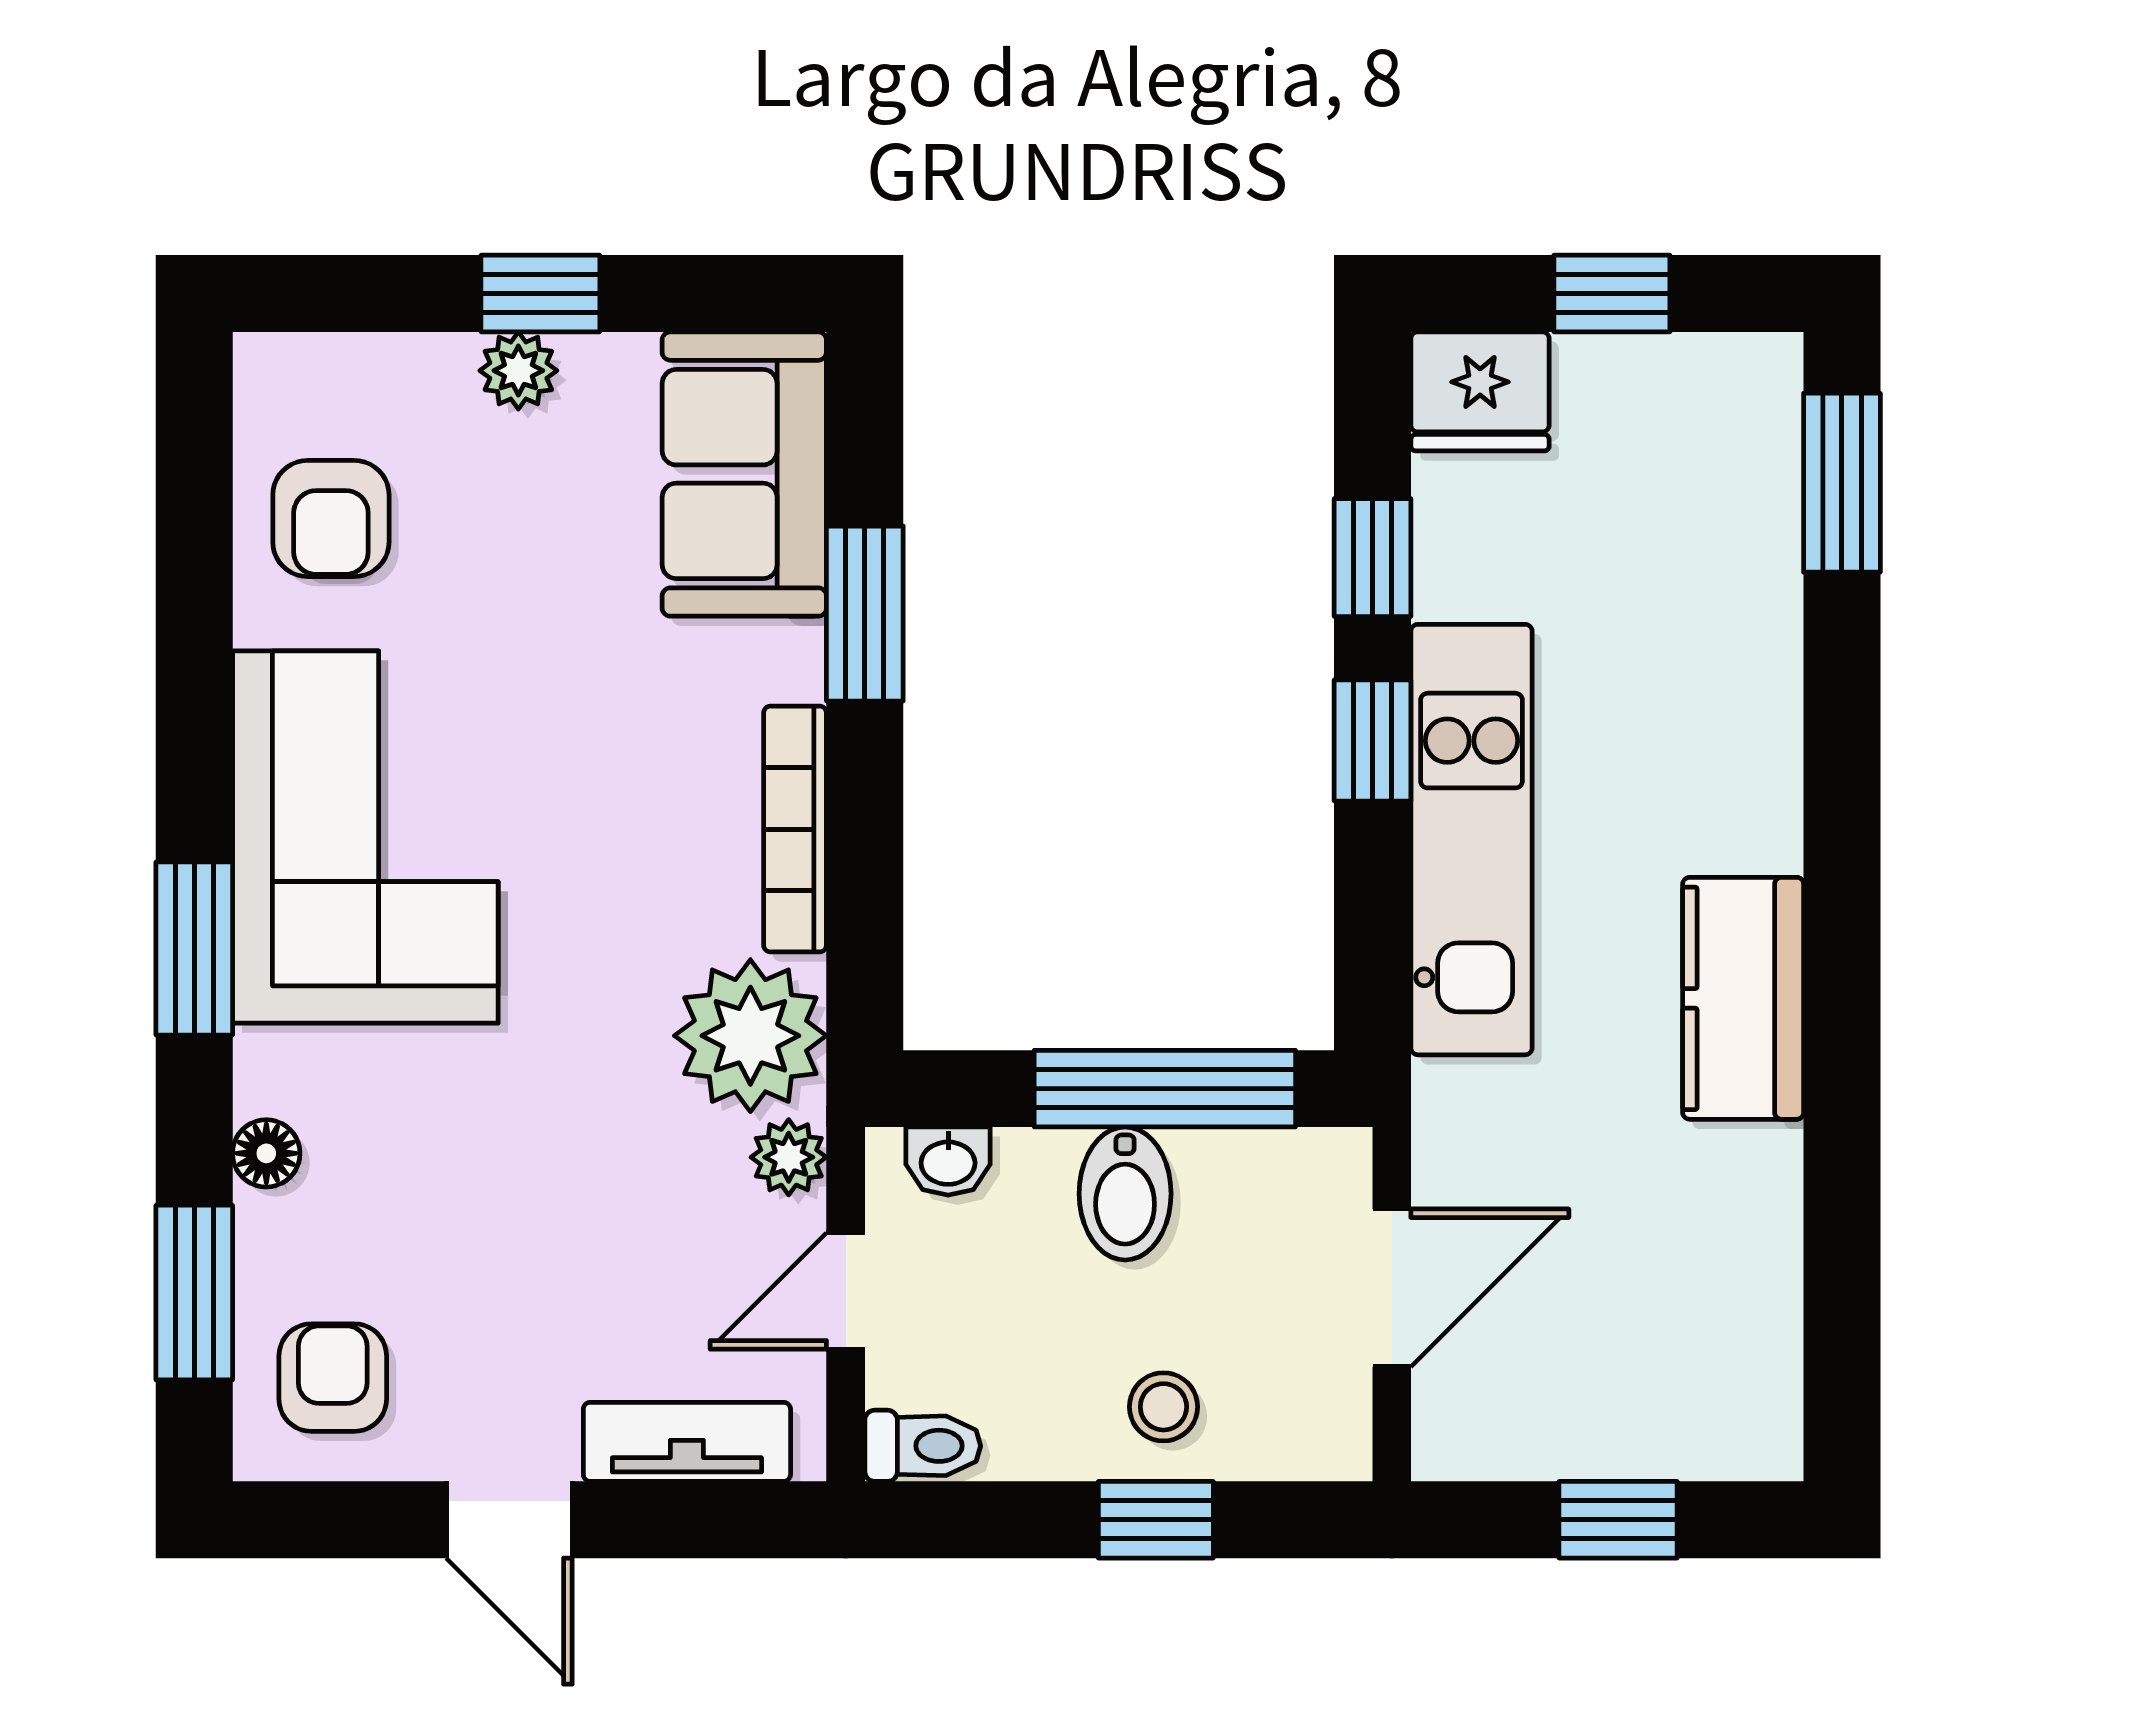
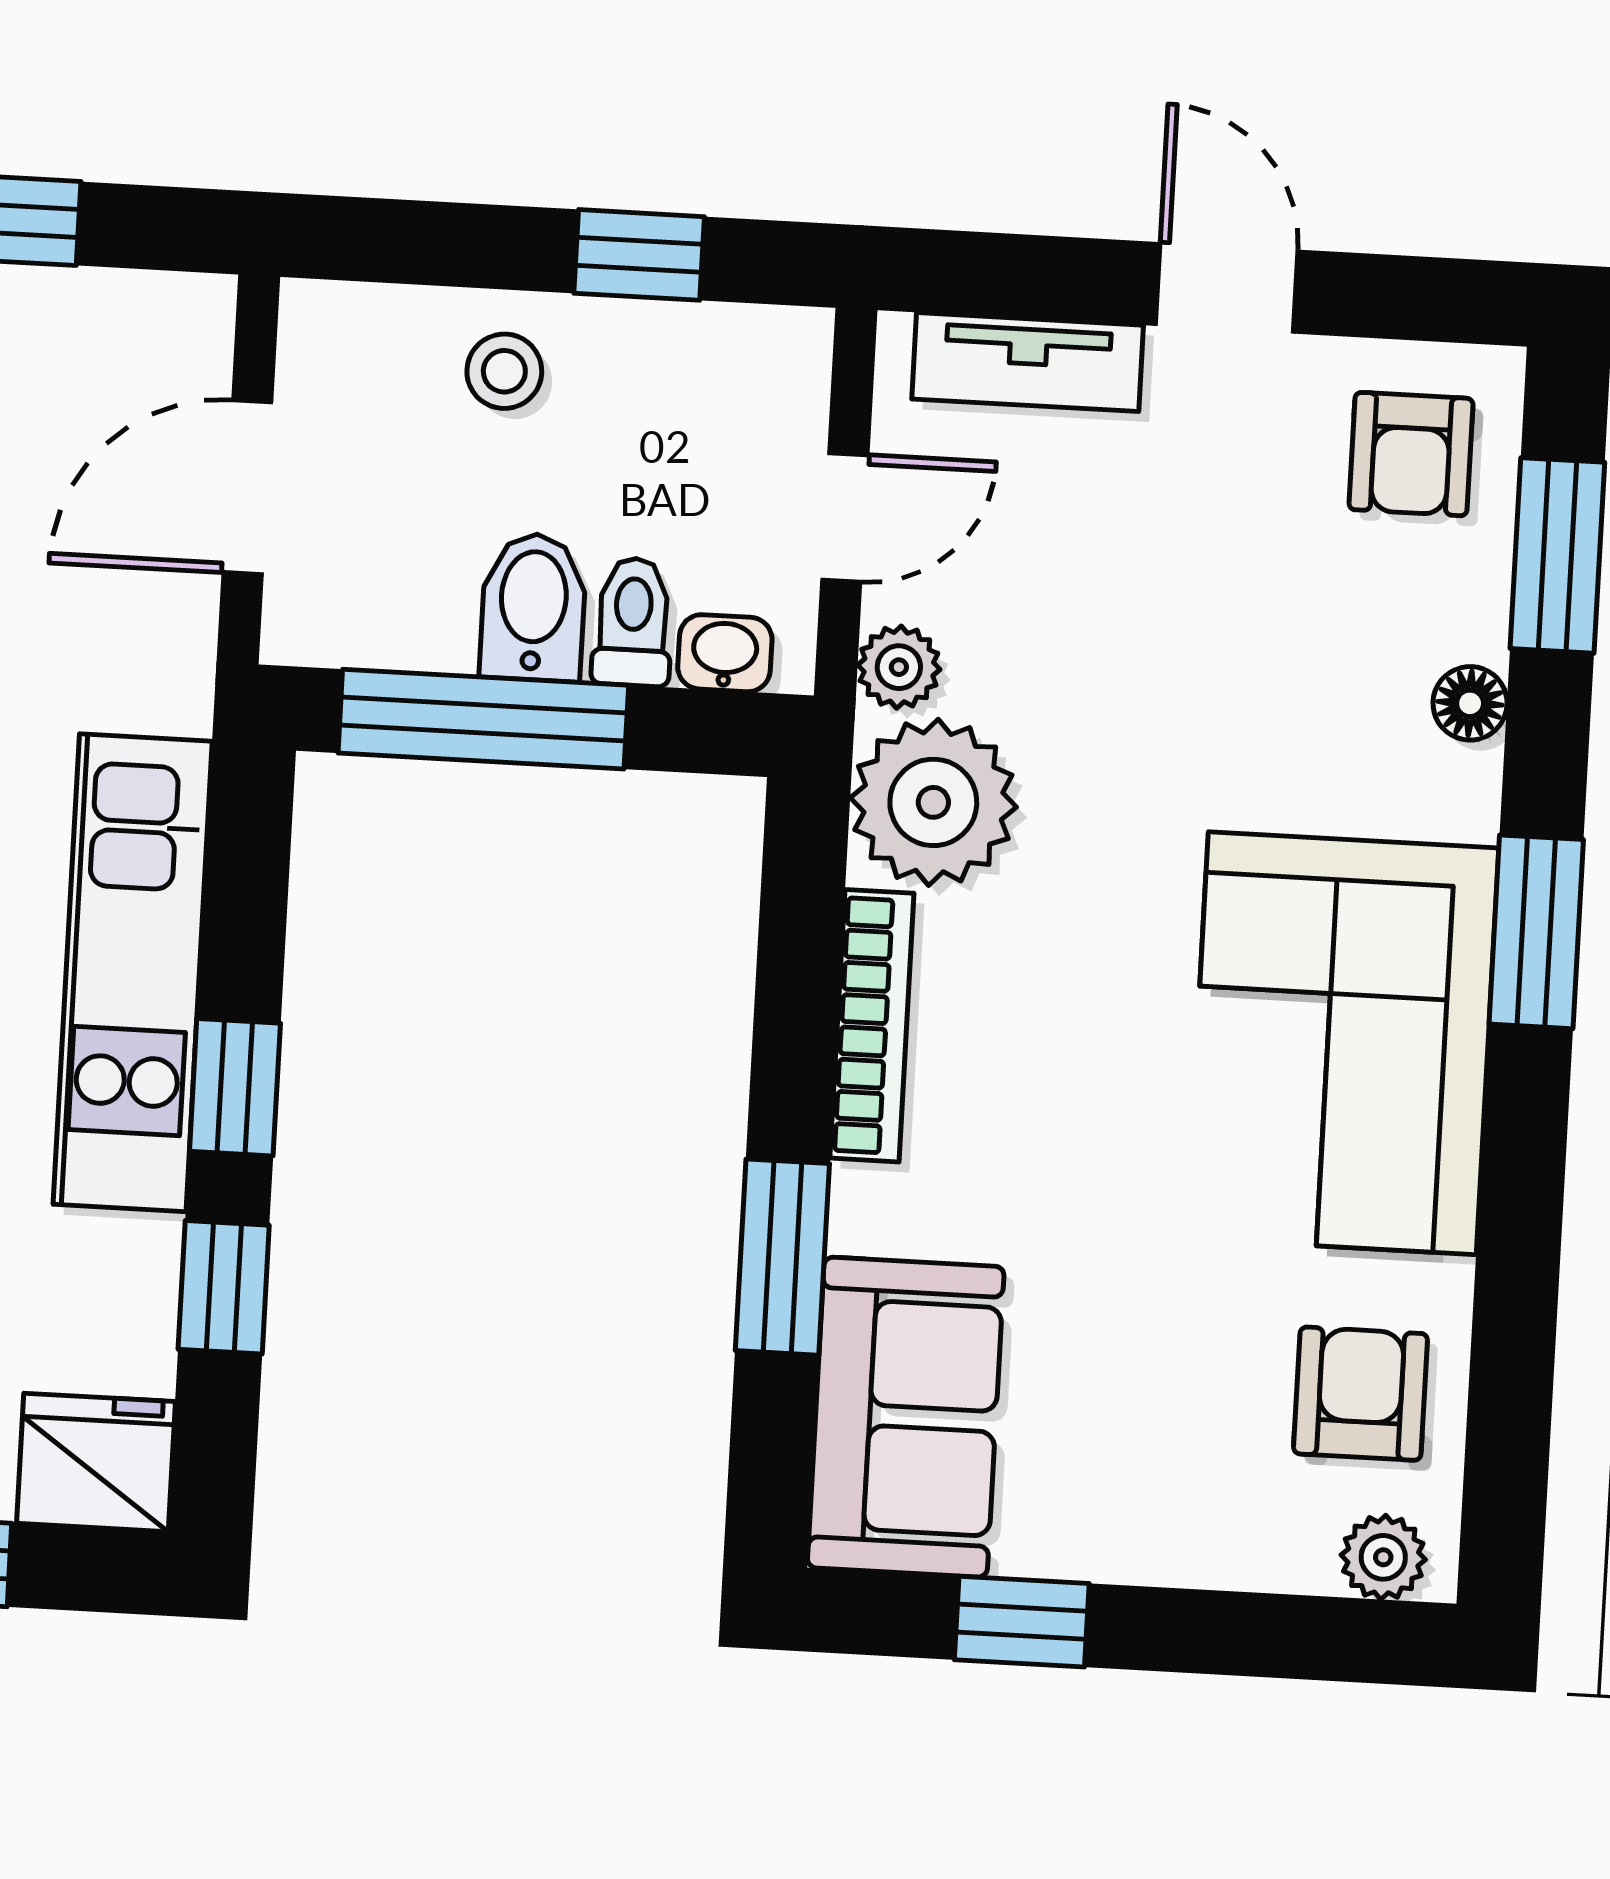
window: (540, 294) -> (1022, 1622), moved
plant: (518, 371) -> (1383, 1557), moved
toilet: (923, 1446) -> (633, 622), moved, turned 90
window: (1156, 1520) -> (639, 255), moved

